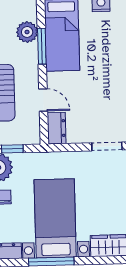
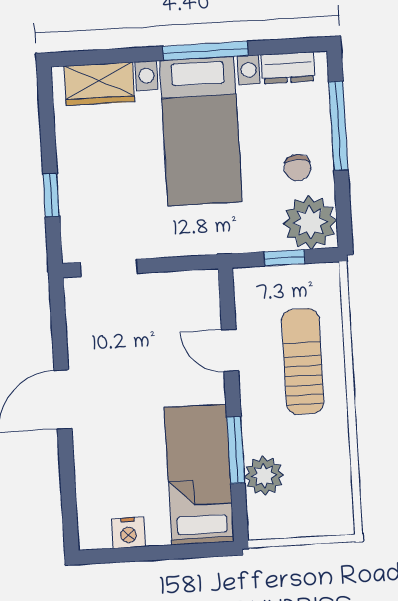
dresser: (57, 128) -> (204, 299), removed

